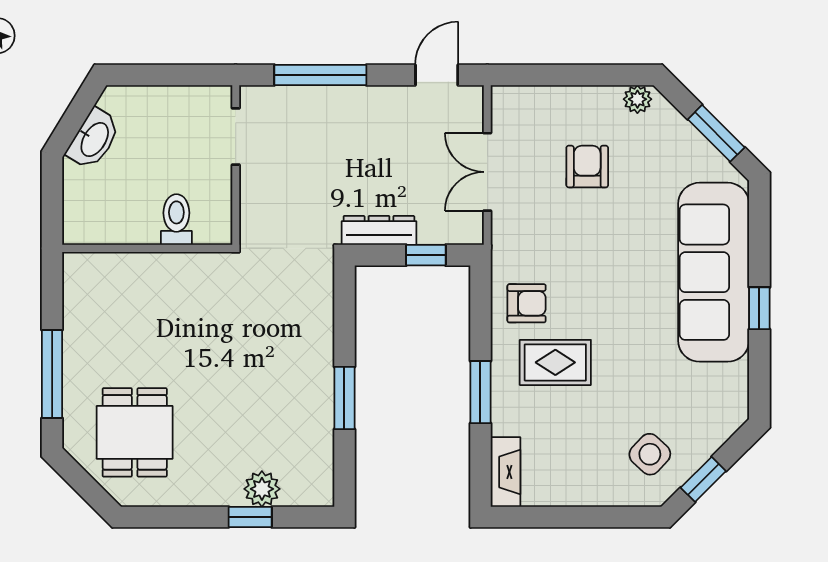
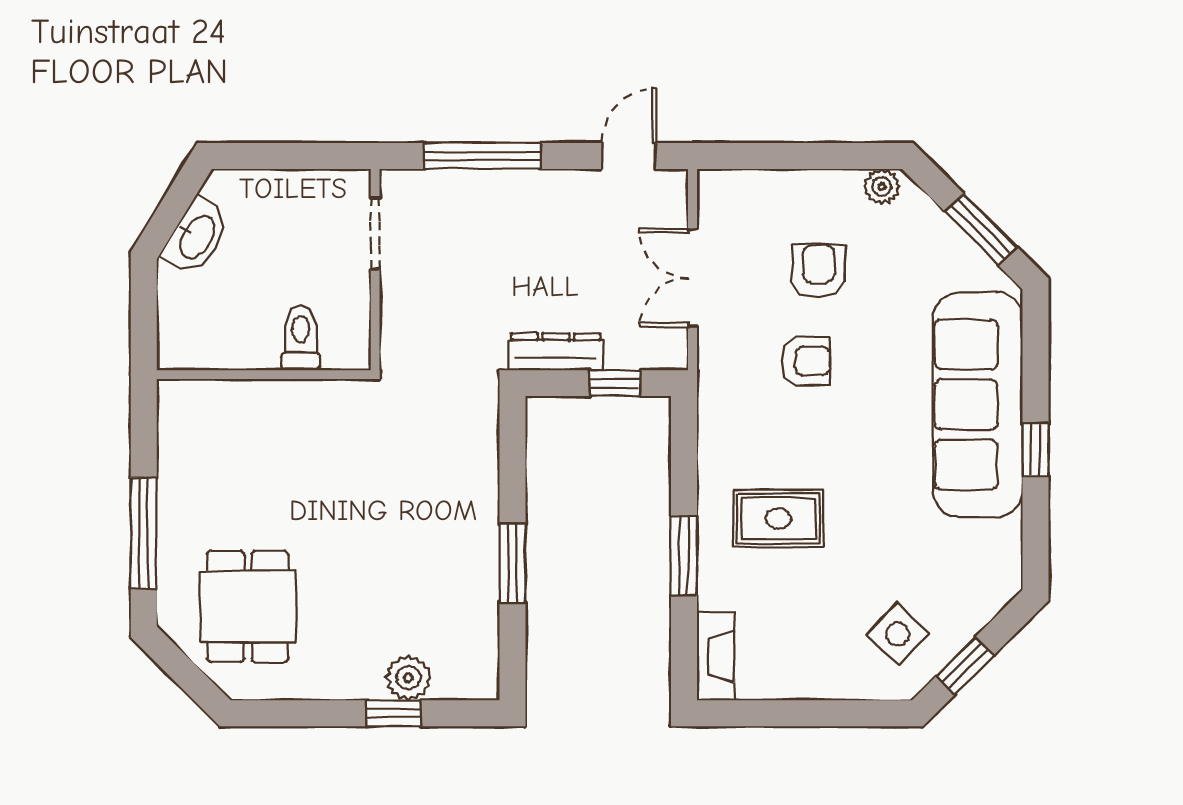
armchair: (527, 303) -> (806, 361), moved

